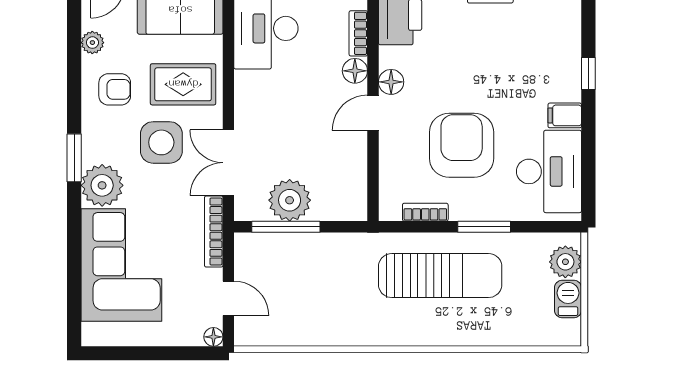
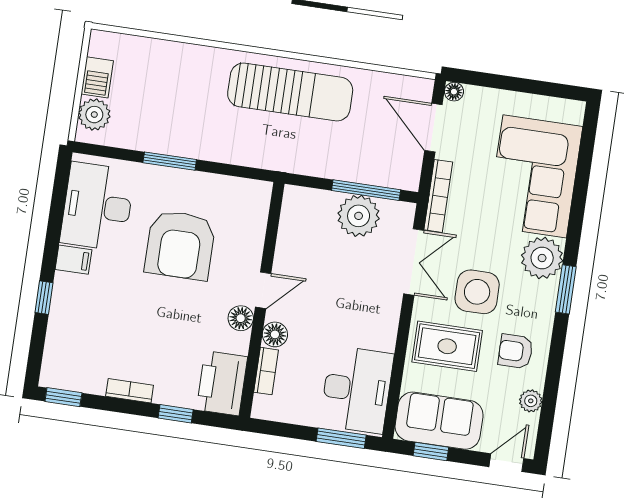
bookcase: (425, 212) -> (226, 184), removed
sun lounger: (440, 276) -> (290, 92), moved, turned 180
door: (228, 298) -> (433, 128), width x1.38

